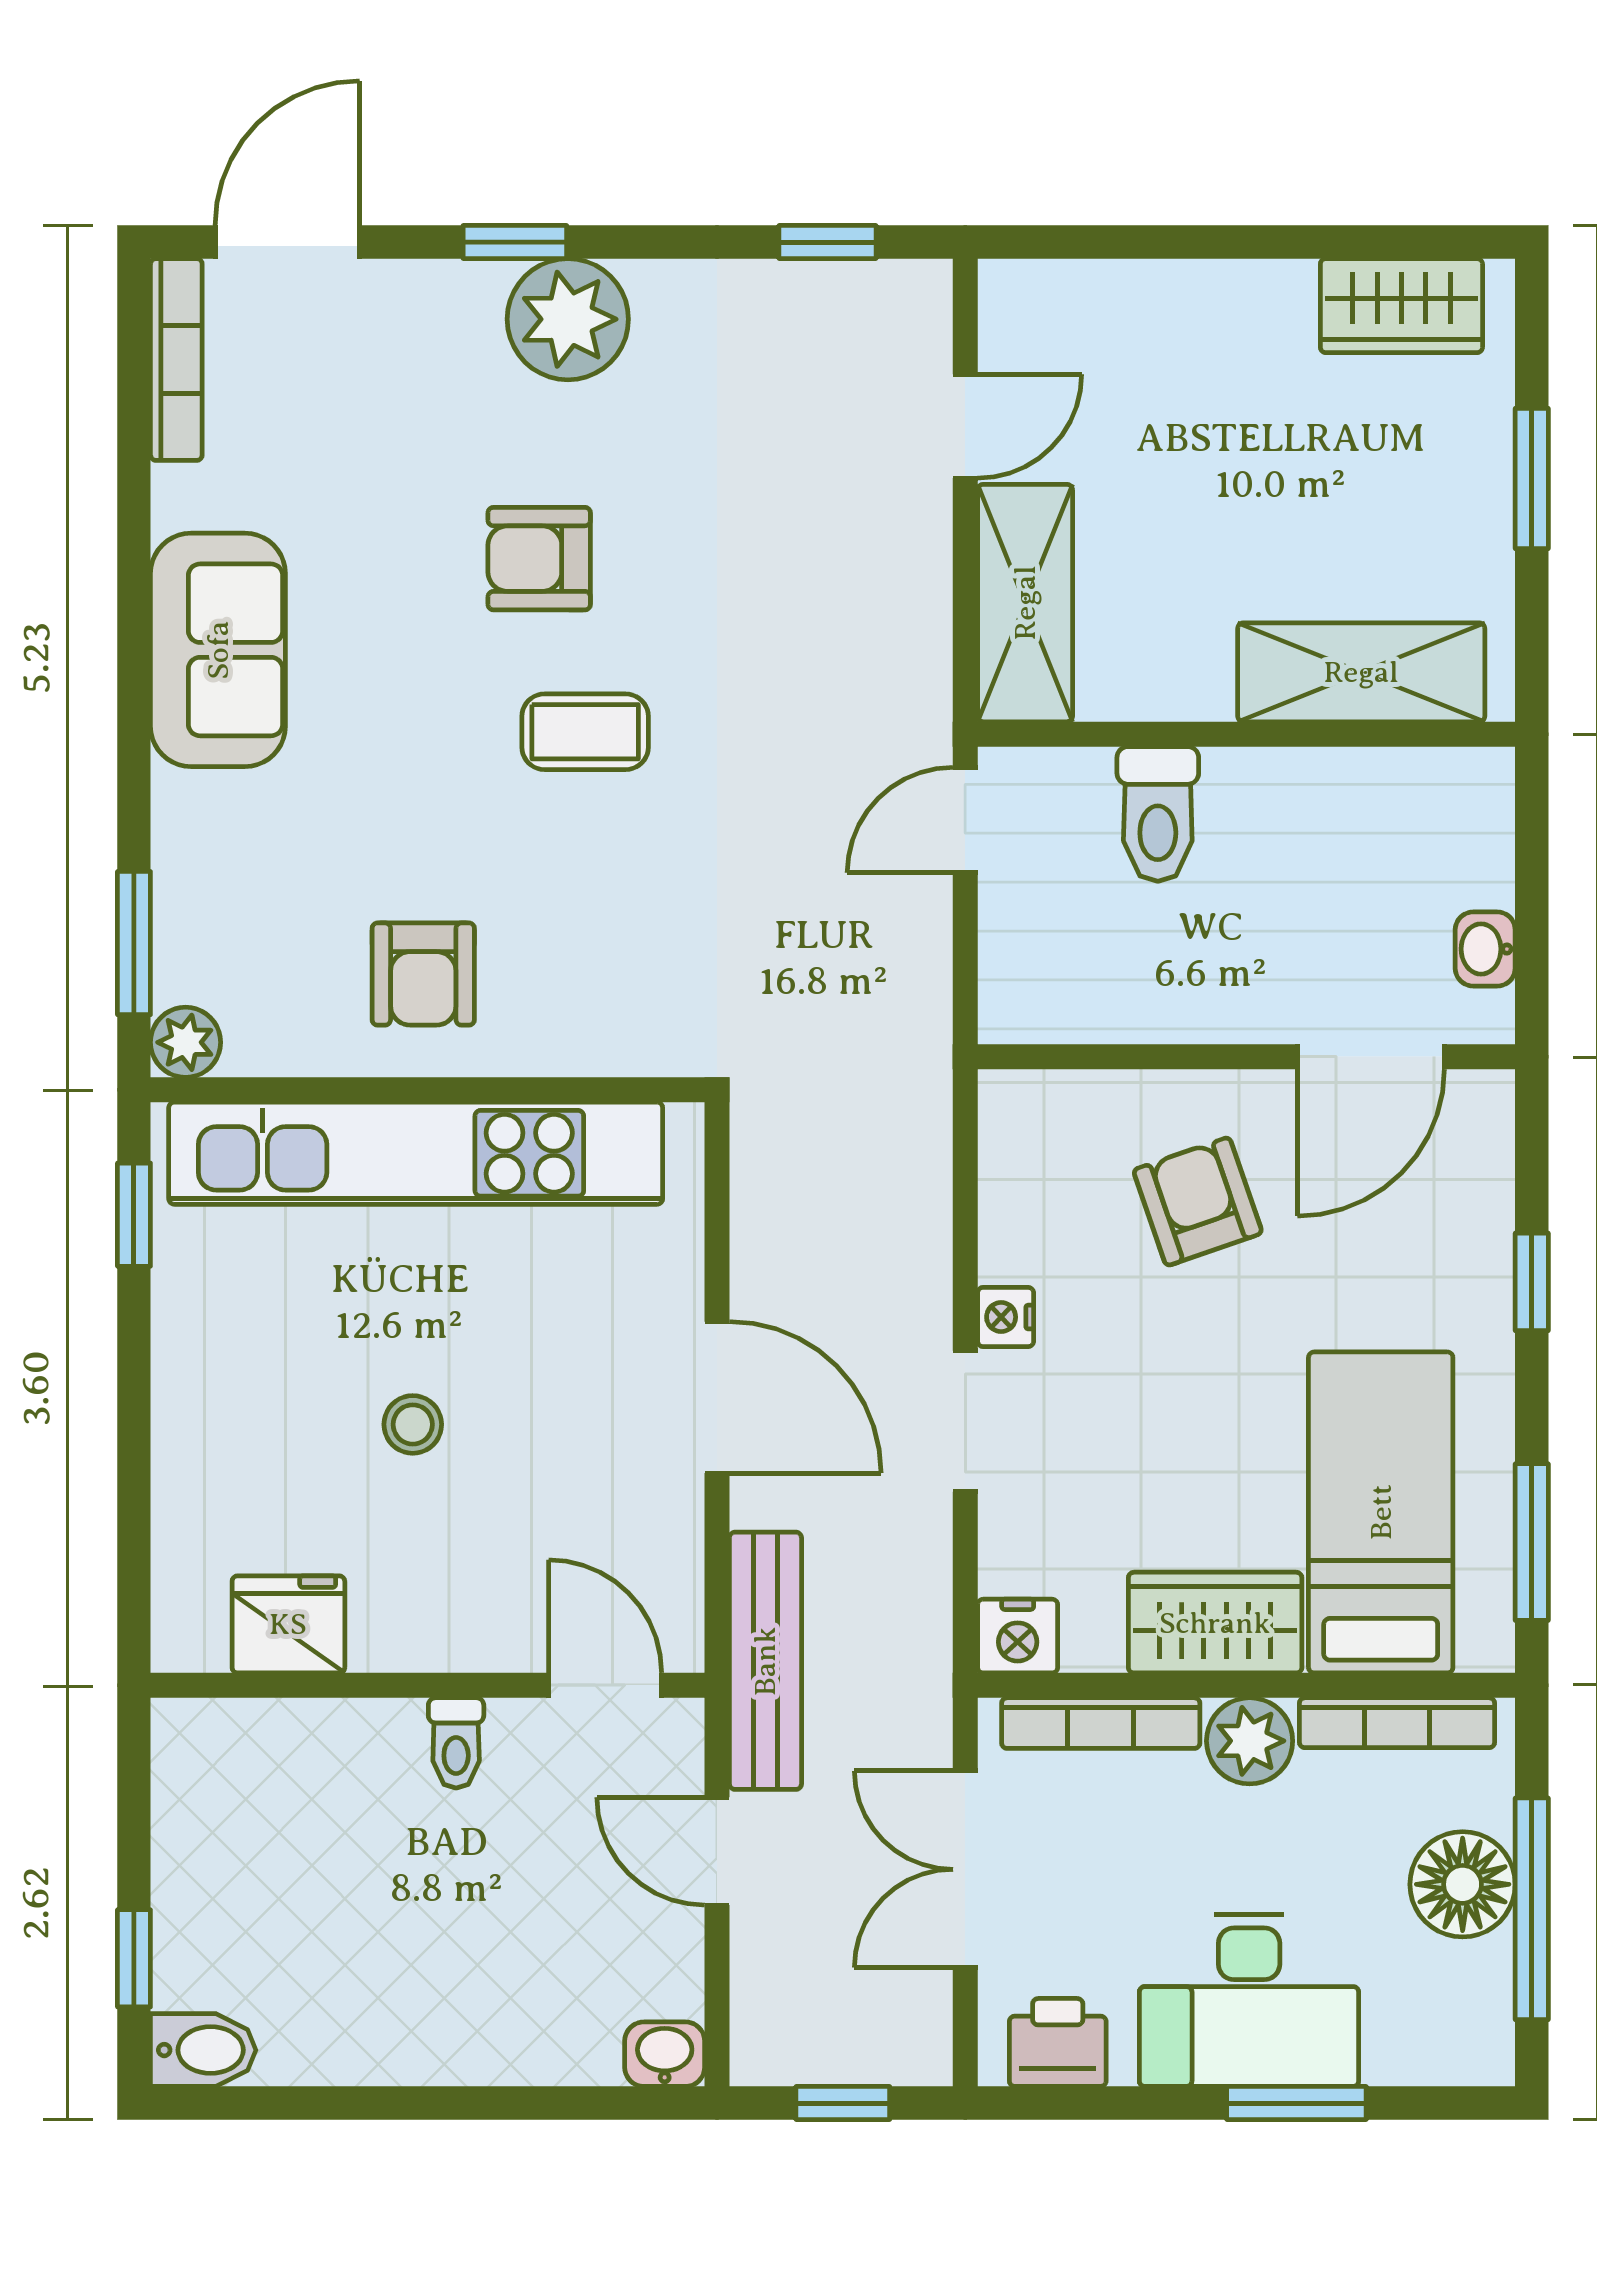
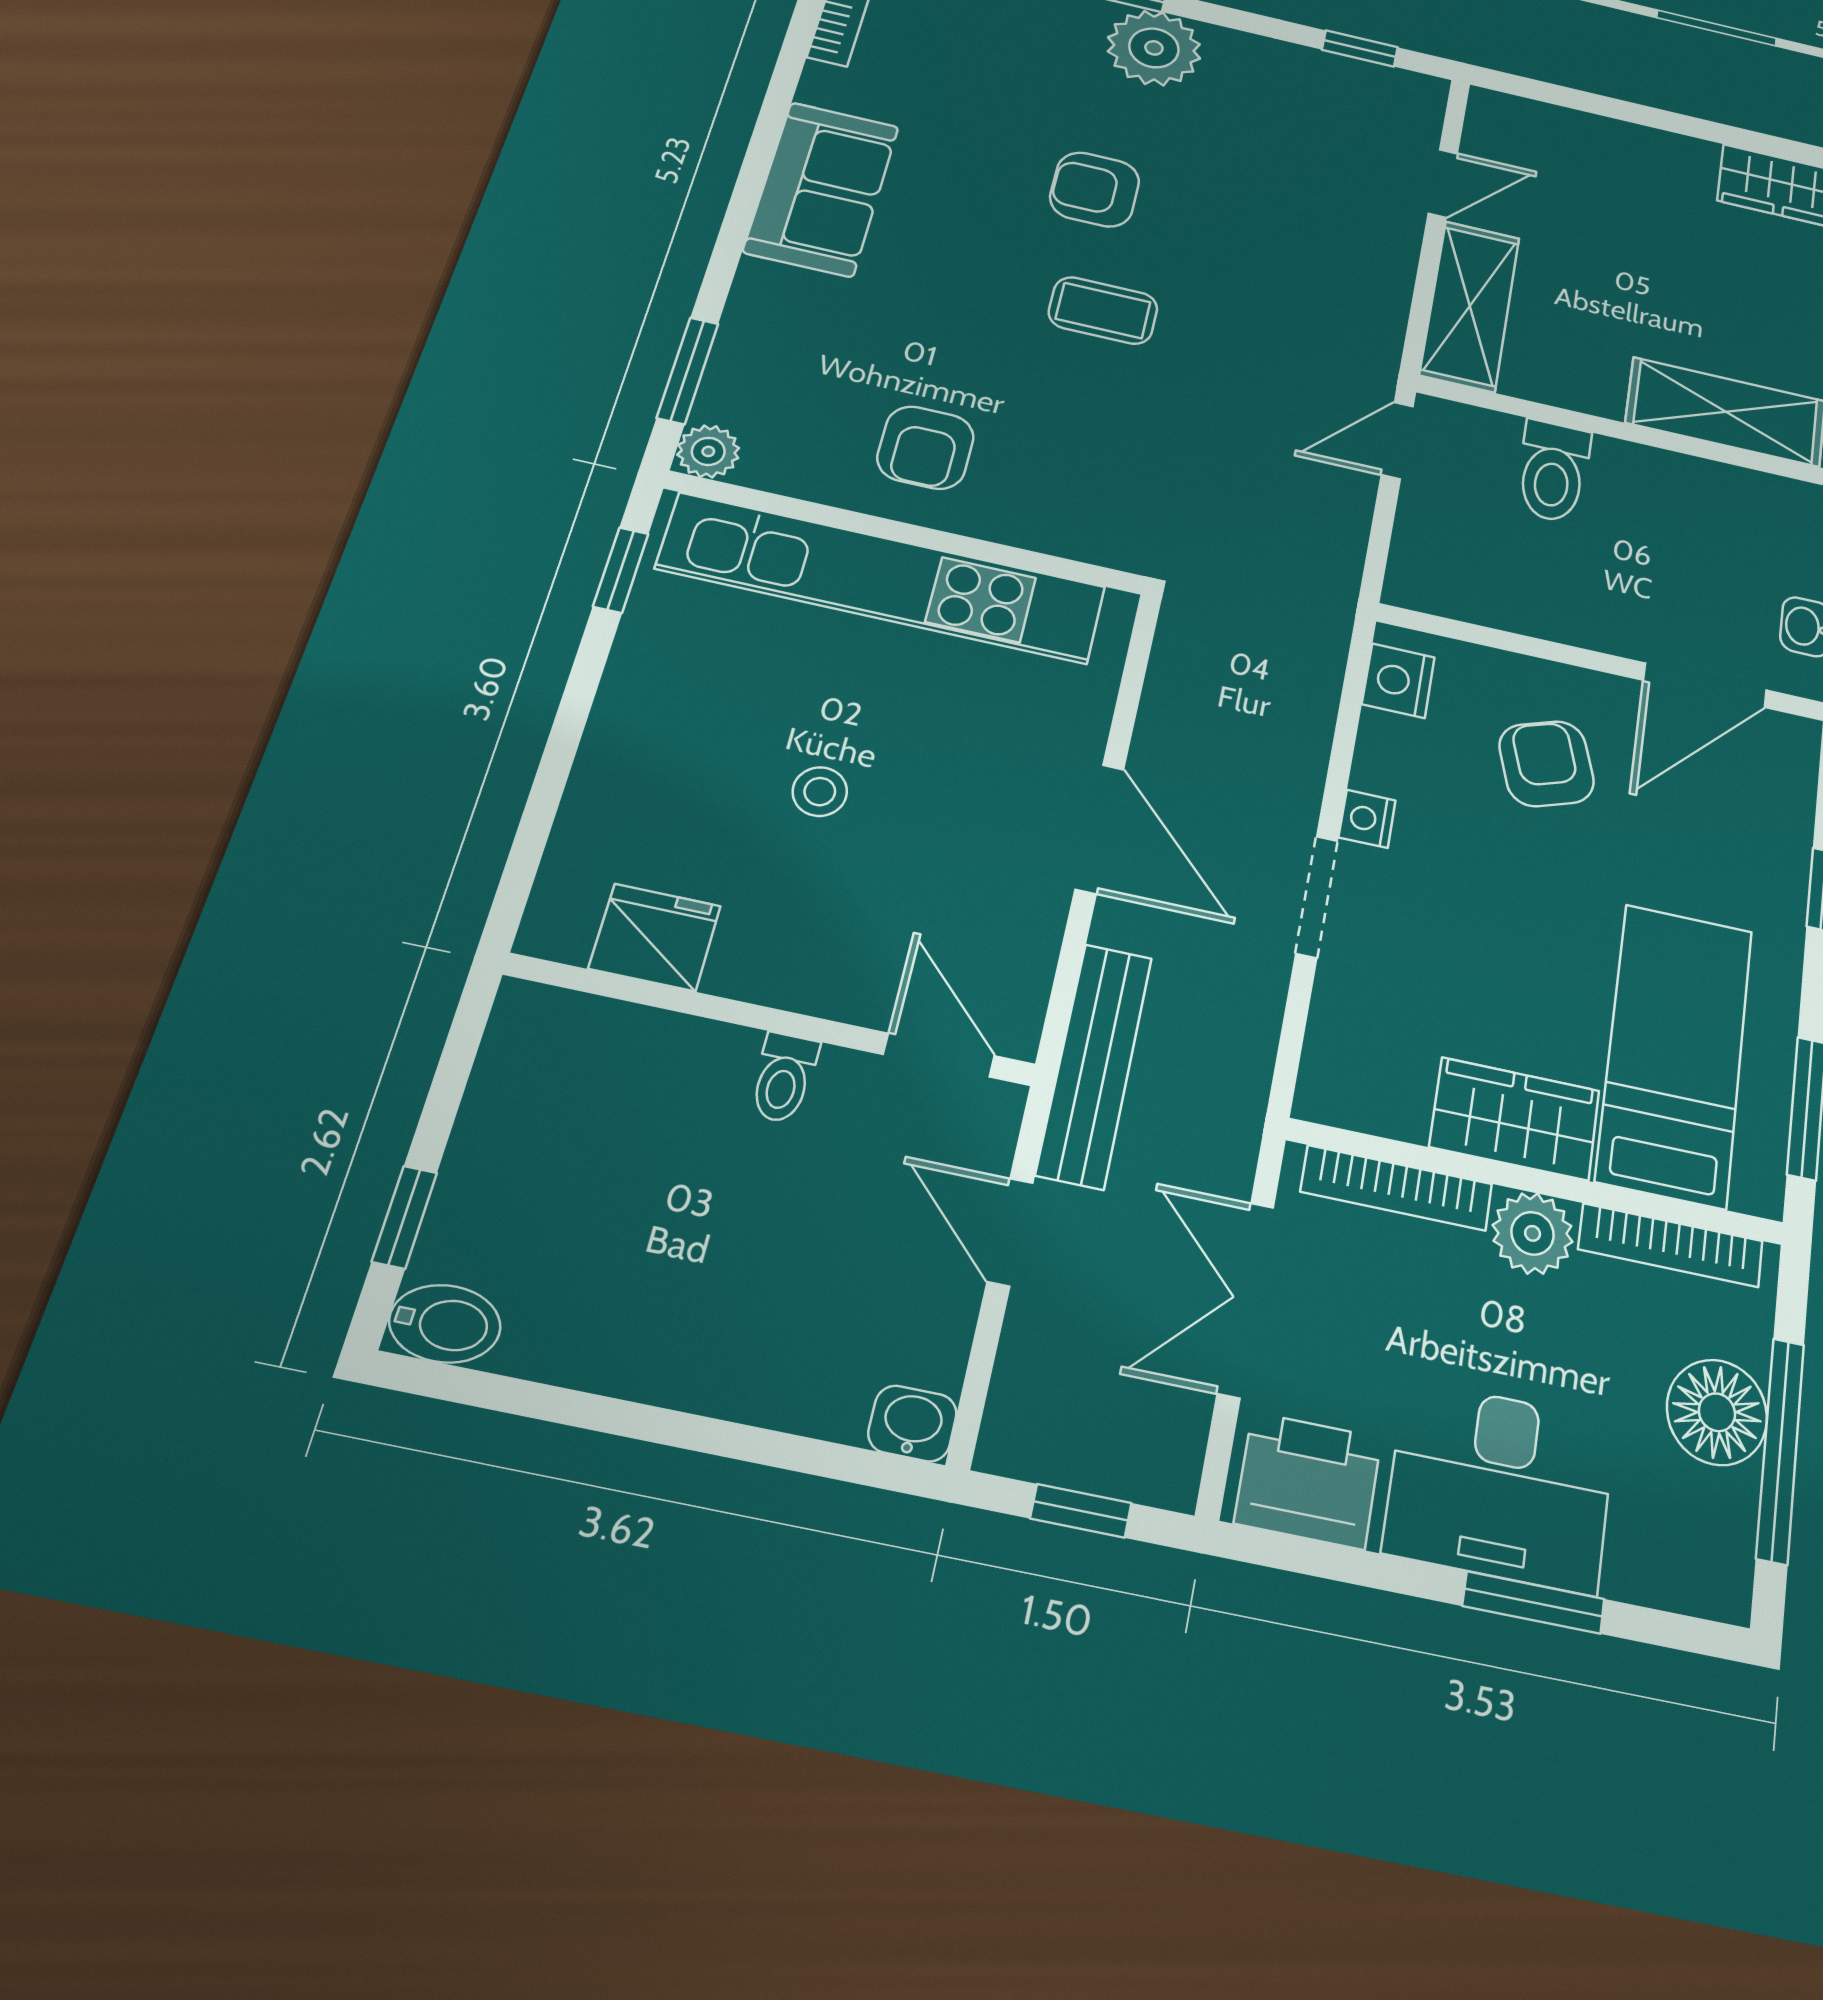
nightstand: (1018, 1636) -> (1398, 681), moved, turned 90
printer: (1058, 2042) -> (1308, 1480), width x1.36, depth x1.24

